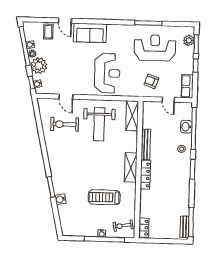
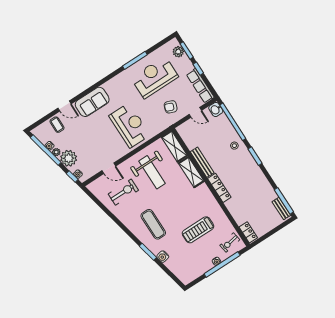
row of seats: (187, 86) -> (200, 86), width x1.48
exercise bike: (65, 124) -> (123, 192), turned 180
washbasin: (186, 127) -> (216, 109), moved
exercise mat: (71, 167) -> (153, 224), added
shelving: (131, 167) -> (191, 172), moved

